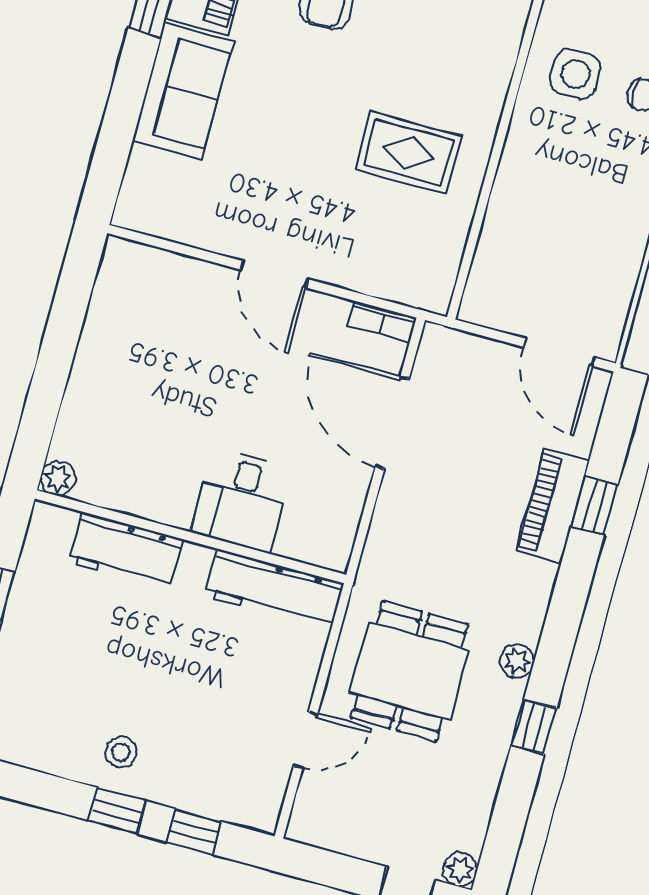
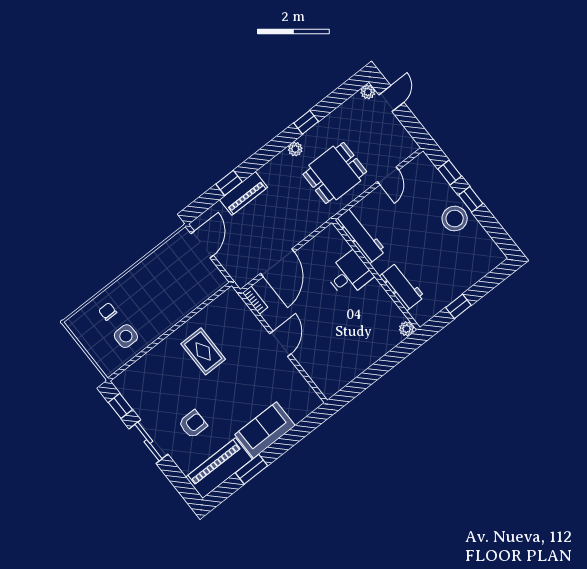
door: (306, 740) -> (388, 176), swing flipped
stool: (121, 752) -> (455, 219), width x1.89, depth x1.89

